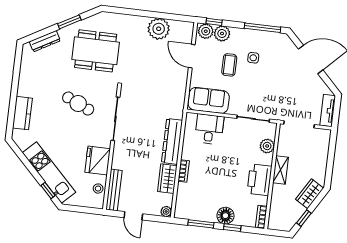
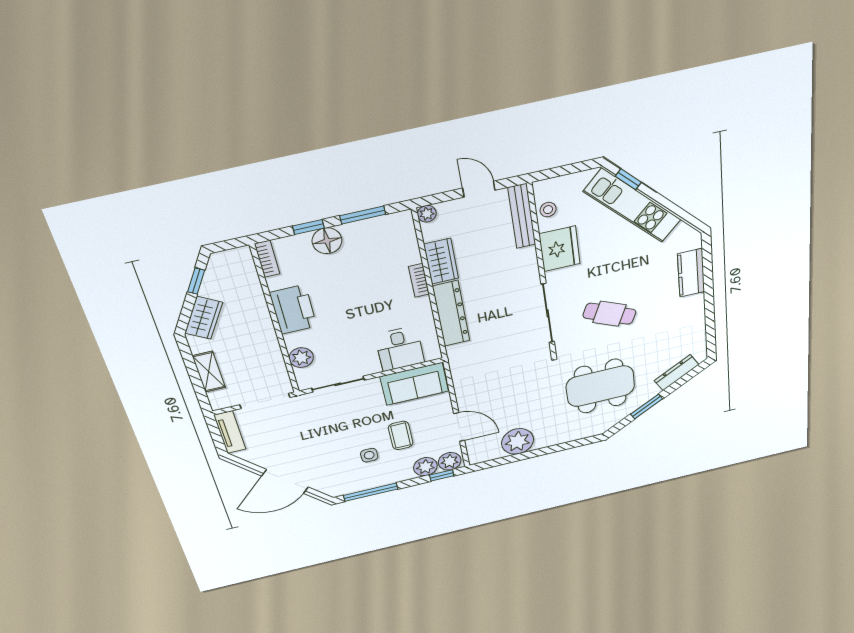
shelving: (281, 170) -> (209, 372), moved

